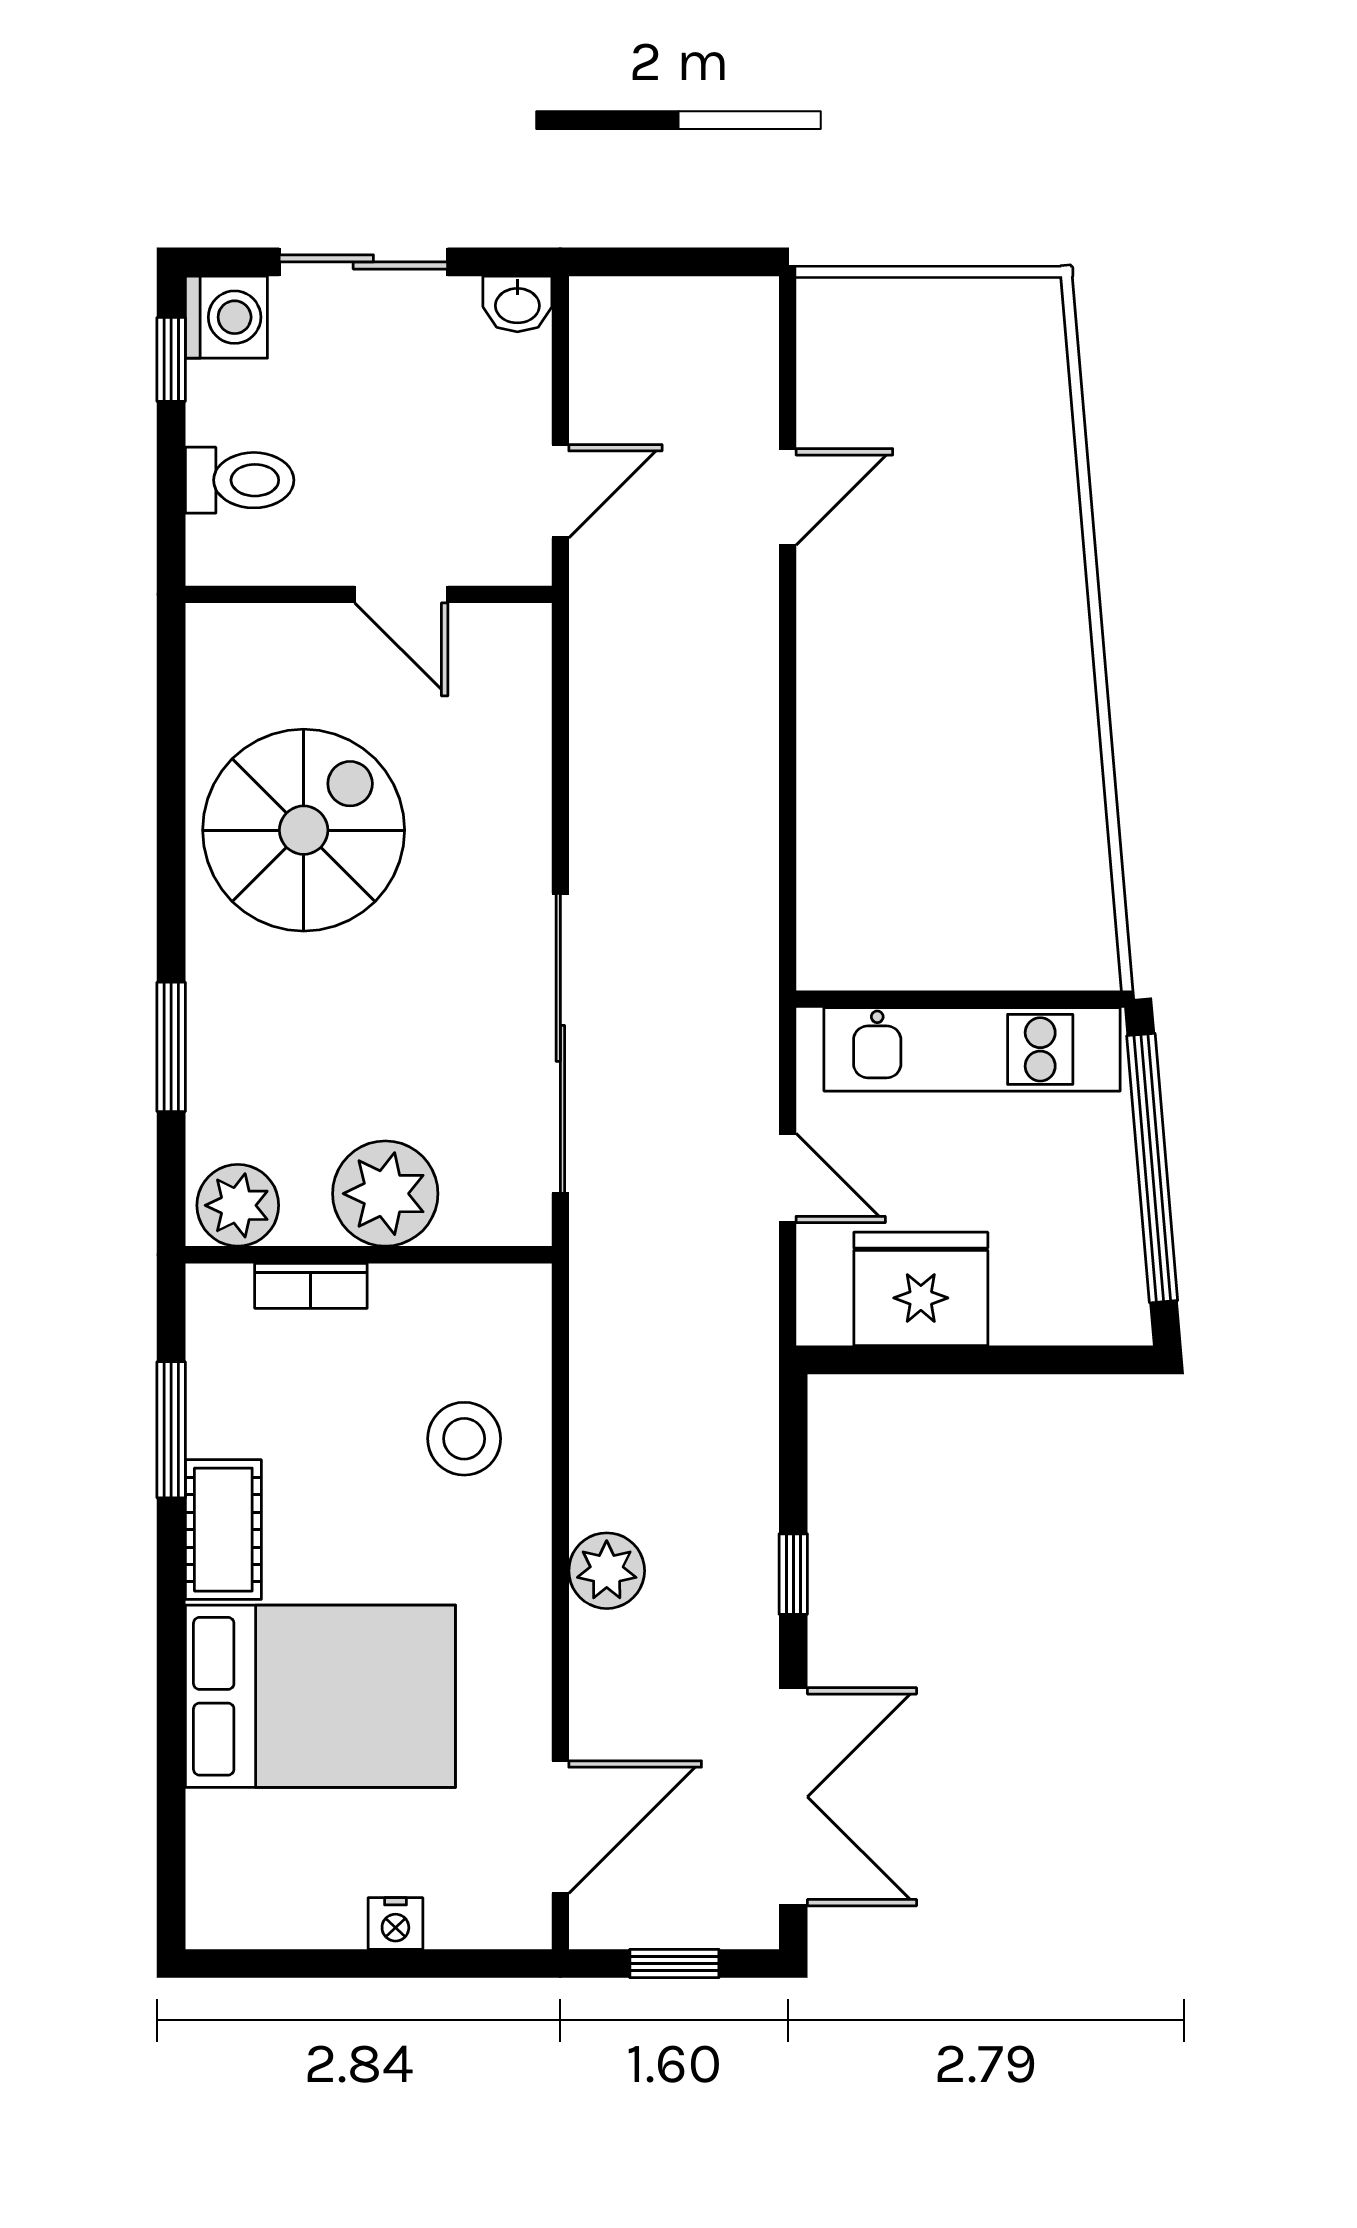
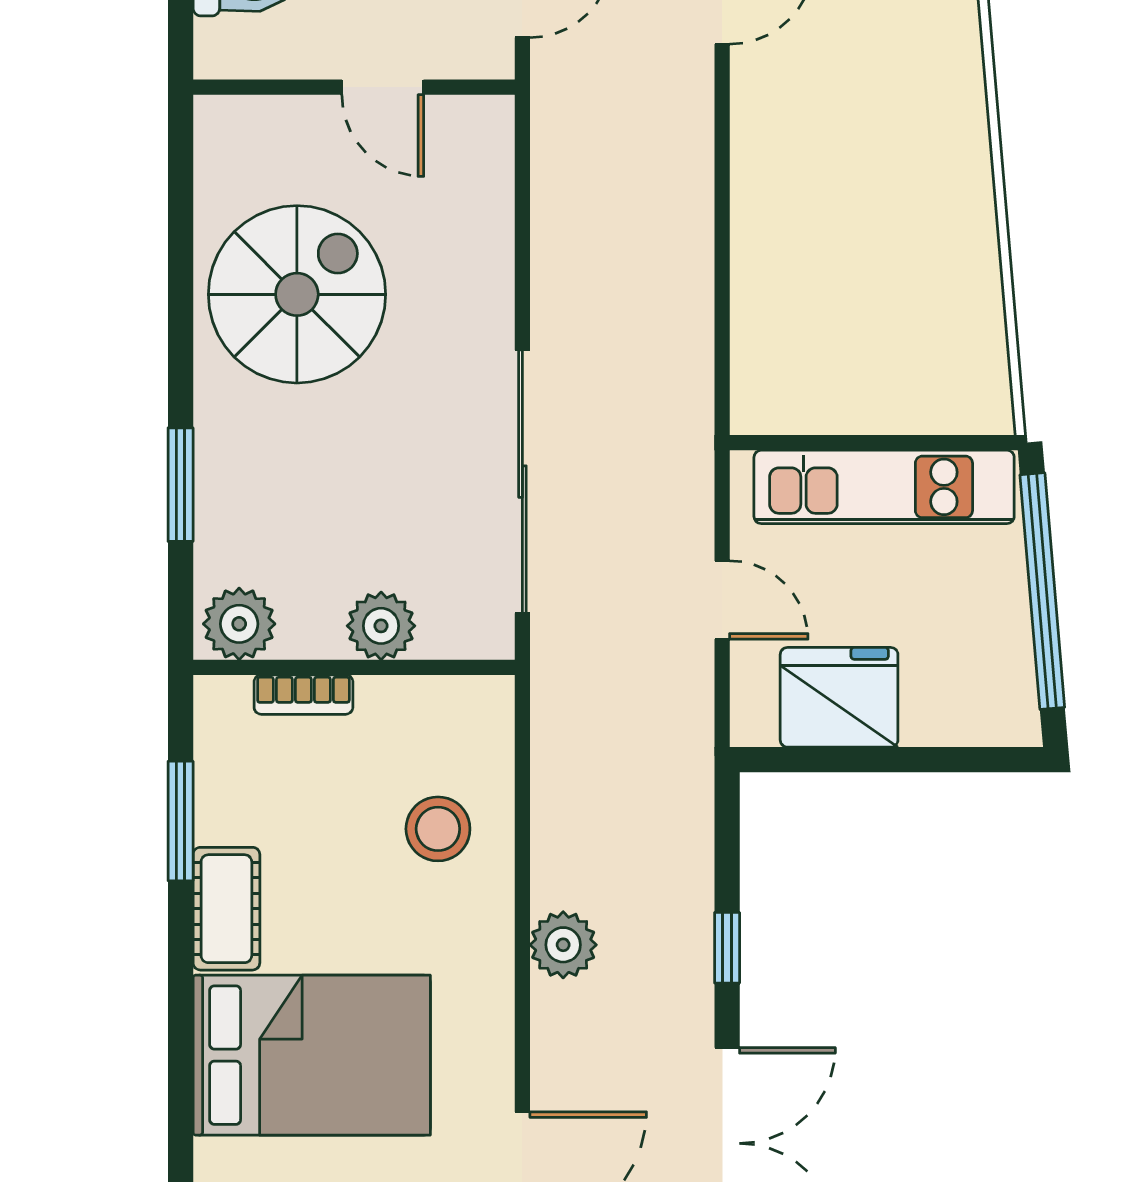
plant: (385, 1194) -> (381, 626), width x0.73, depth x0.73

